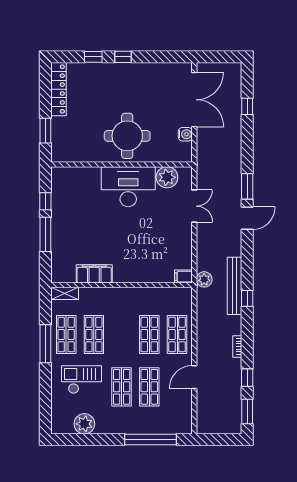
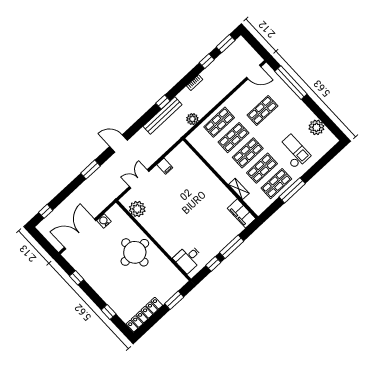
window: (123, 57) -> (77, 278), moved
window: (247, 106) -> (46, 211), moved
window: (247, 186) -> (90, 170), moved
desk: (128, 187) -> (188, 258), moved, width x0.53, depth x0.77
filing cabinet: (94, 274) -> (241, 213), moved
filing cabinet: (183, 277) -> (165, 166), moved
plant: (204, 279) -> (192, 119), moved
shelving: (65, 293) -> (239, 189), moved
door: (194, 377) -> (254, 72), moved
checkout: (82, 380) -> (293, 152), turned 180
shop shelf: (122, 387) -> (248, 153), moved

